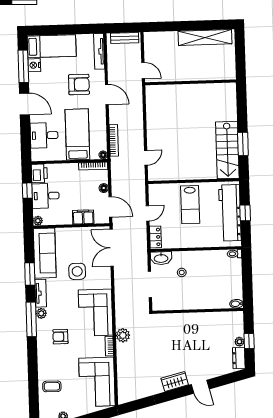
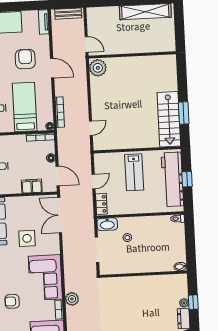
tv unit: (99, 51) -> (44, 22), width x0.71
armchair: (79, 84) -> (25, 59), turned -90
plant: (154, 95) -> (98, 68), added

